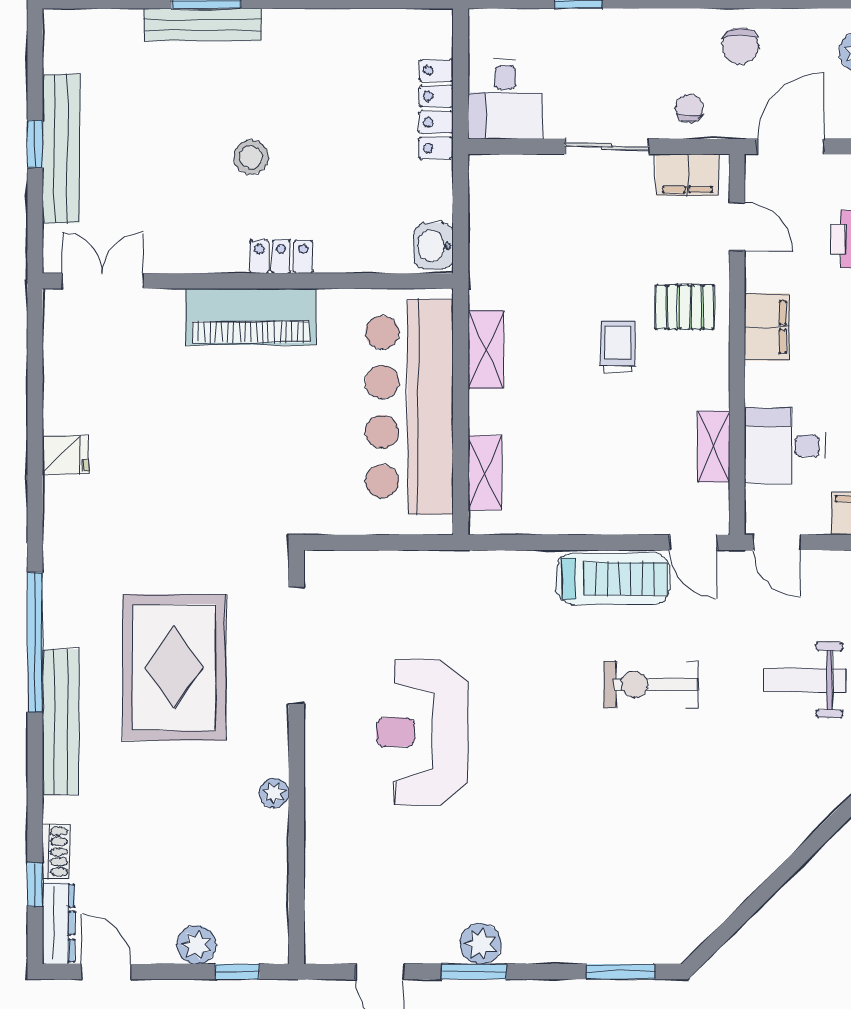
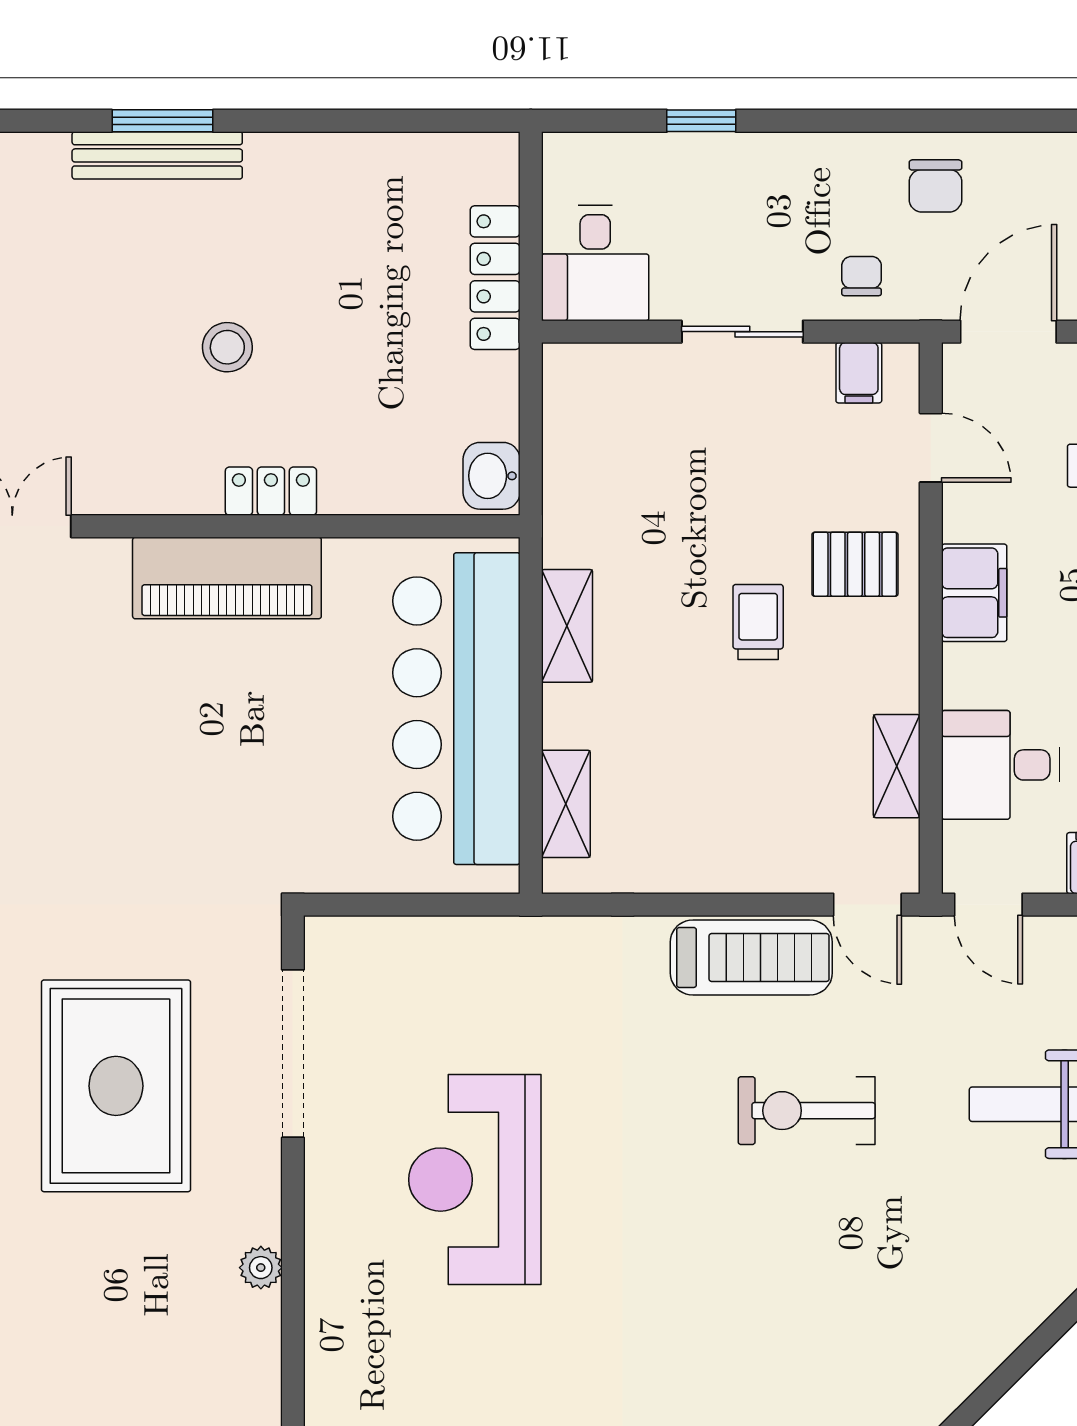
filing cabinet: (687, 175) -> (859, 373), width x0.50

